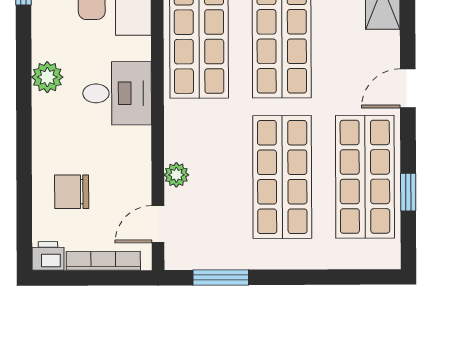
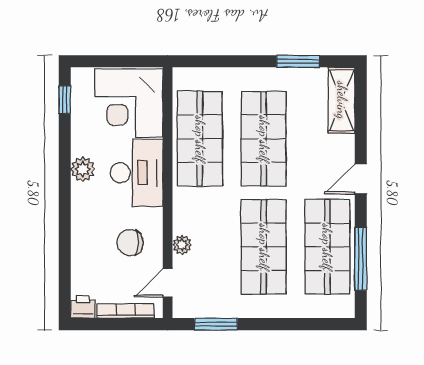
desk: (117, 93) -> (137, 173), width x1.37
chair: (72, 192) -> (130, 243), moved
window: (408, 192) -> (361, 259), width x2.17

